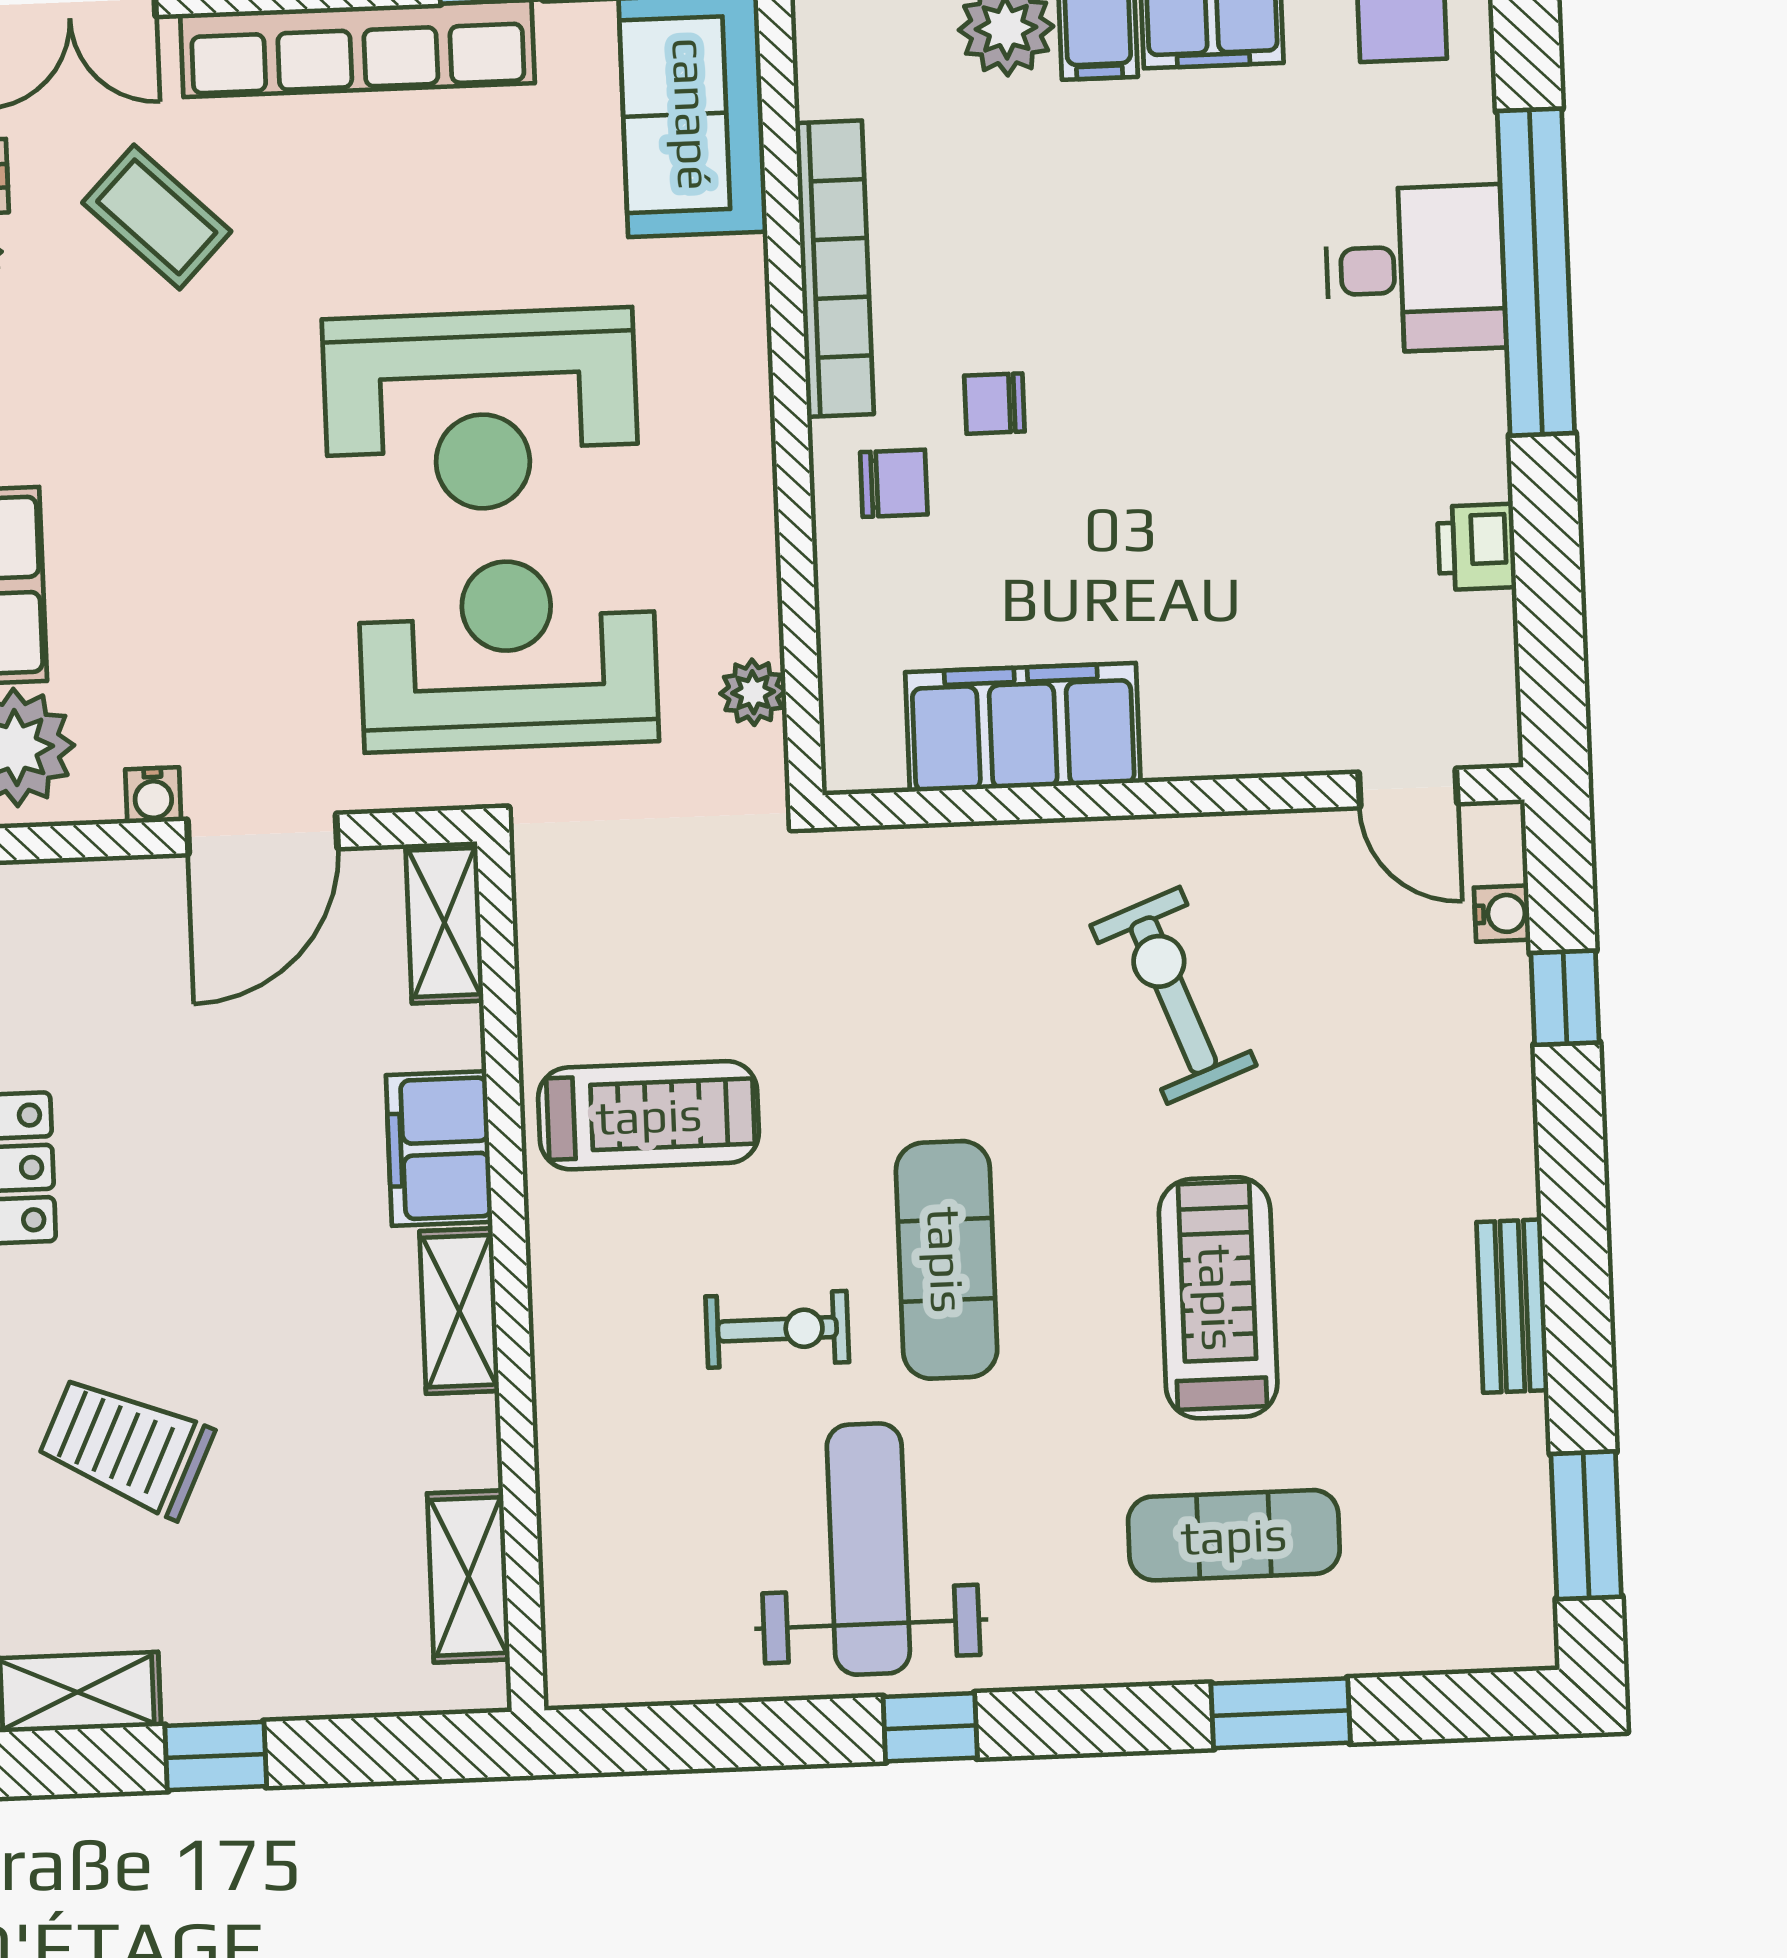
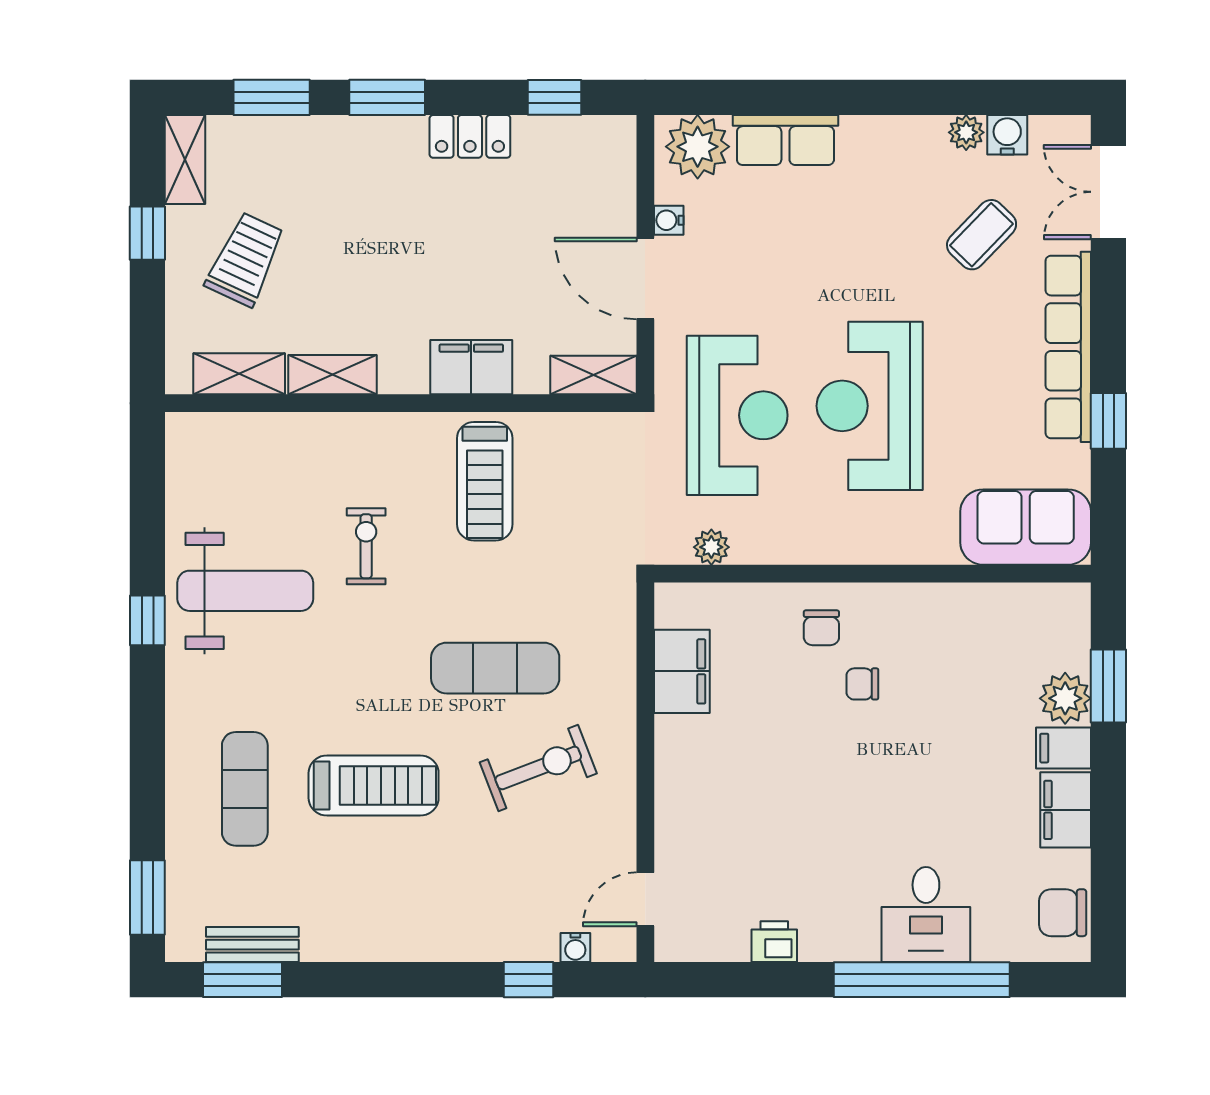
bookcase: (835, 269) -> (939, 600), removed
chair: (994, 404) -> (862, 684), turned -90
filing cabinet: (1023, 727) -> (682, 671), width x0.67, depth x0.86
exercise mat: (947, 1260) -> (495, 668), moved
bench: (1512, 1306) -> (252, 945), moved
shelving: (459, 1311) -> (333, 375), moved
exercise bike: (777, 1329) -> (366, 546), turned 180
trolley: (126, 1446) -> (245, 259), moved
window: (1281, 1713) -> (147, 897), moved

